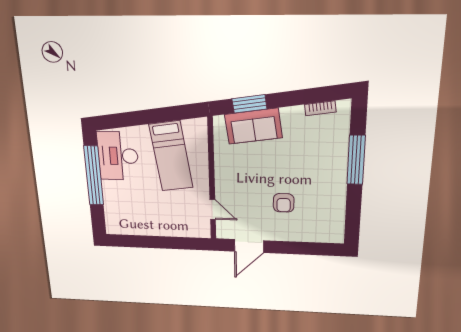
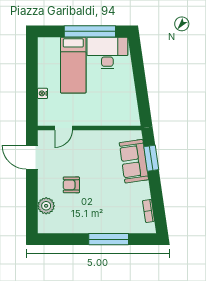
bed: (171, 156) -> (73, 65), moved, turned -82
nightstand: (172, 231) -> (43, 93), added
plant: (309, 233) -> (46, 206), added

